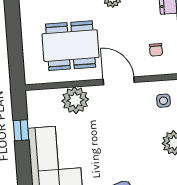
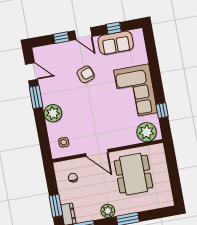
dining table: (71, 46) -> (133, 174), turned 90
plant: (75, 100) -> (147, 132), moved

